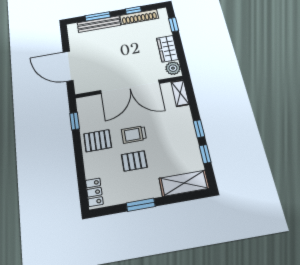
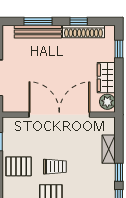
double door: (130, 87) -> (59, 115), swing flipped
shelving: (180, 93) -> (109, 149), moved
trolley: (134, 135) -> (55, 167), turned 180

